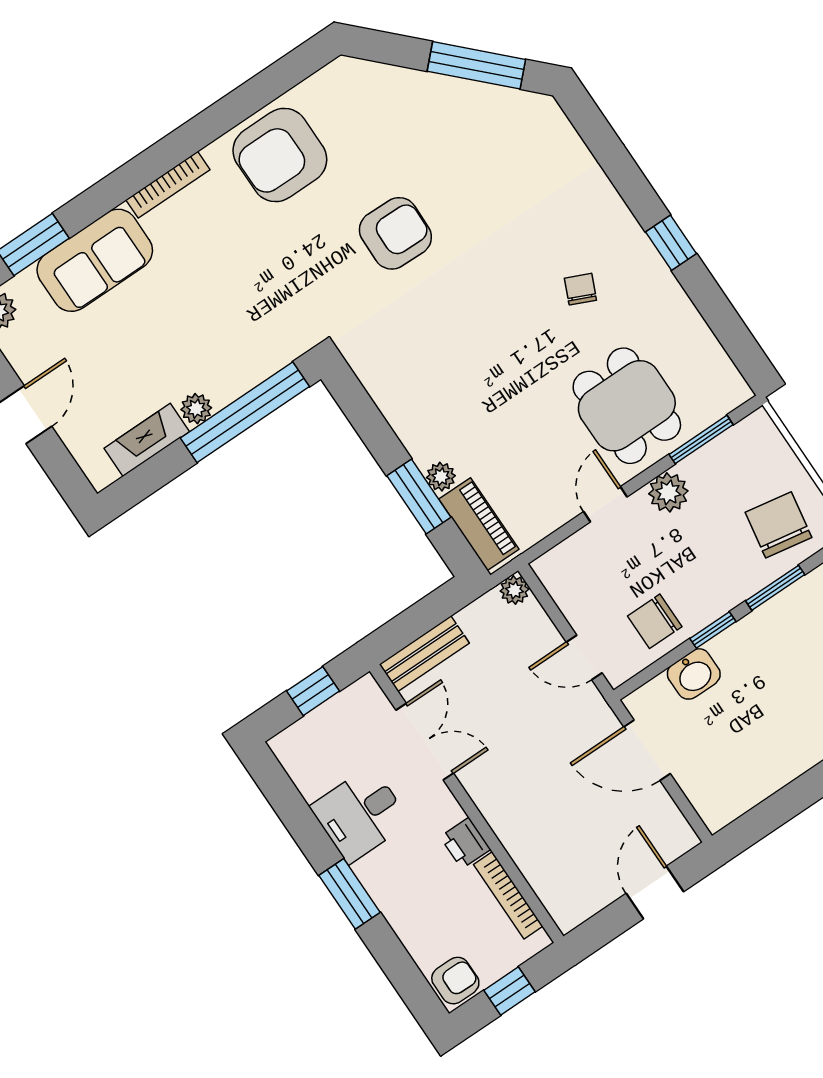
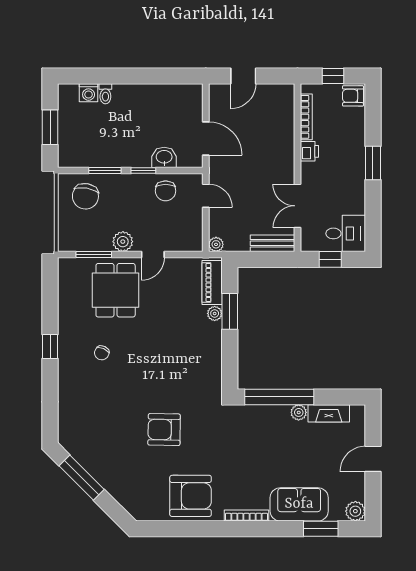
chair: (655, 621) -> (166, 191), turned 90
desk: (360, 814) -> (346, 233), moved

